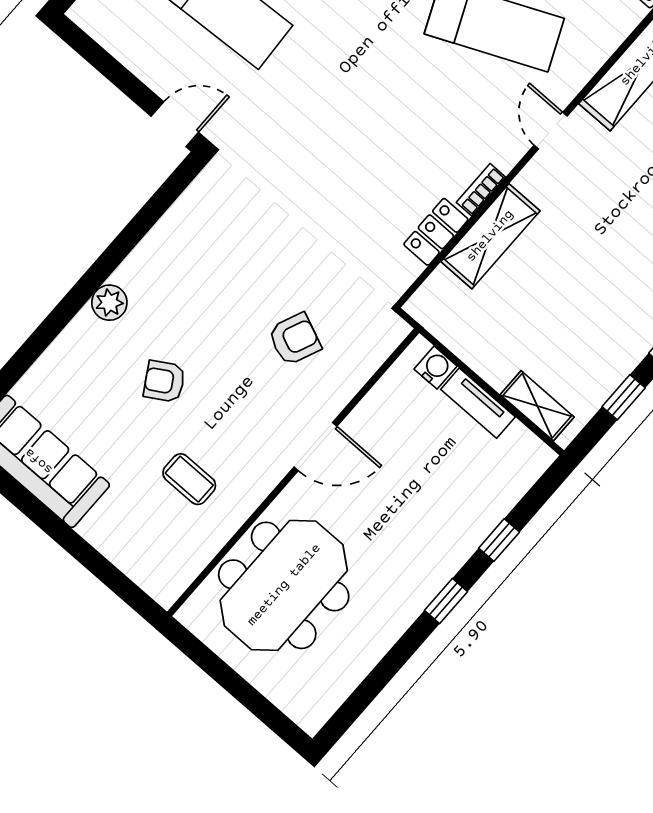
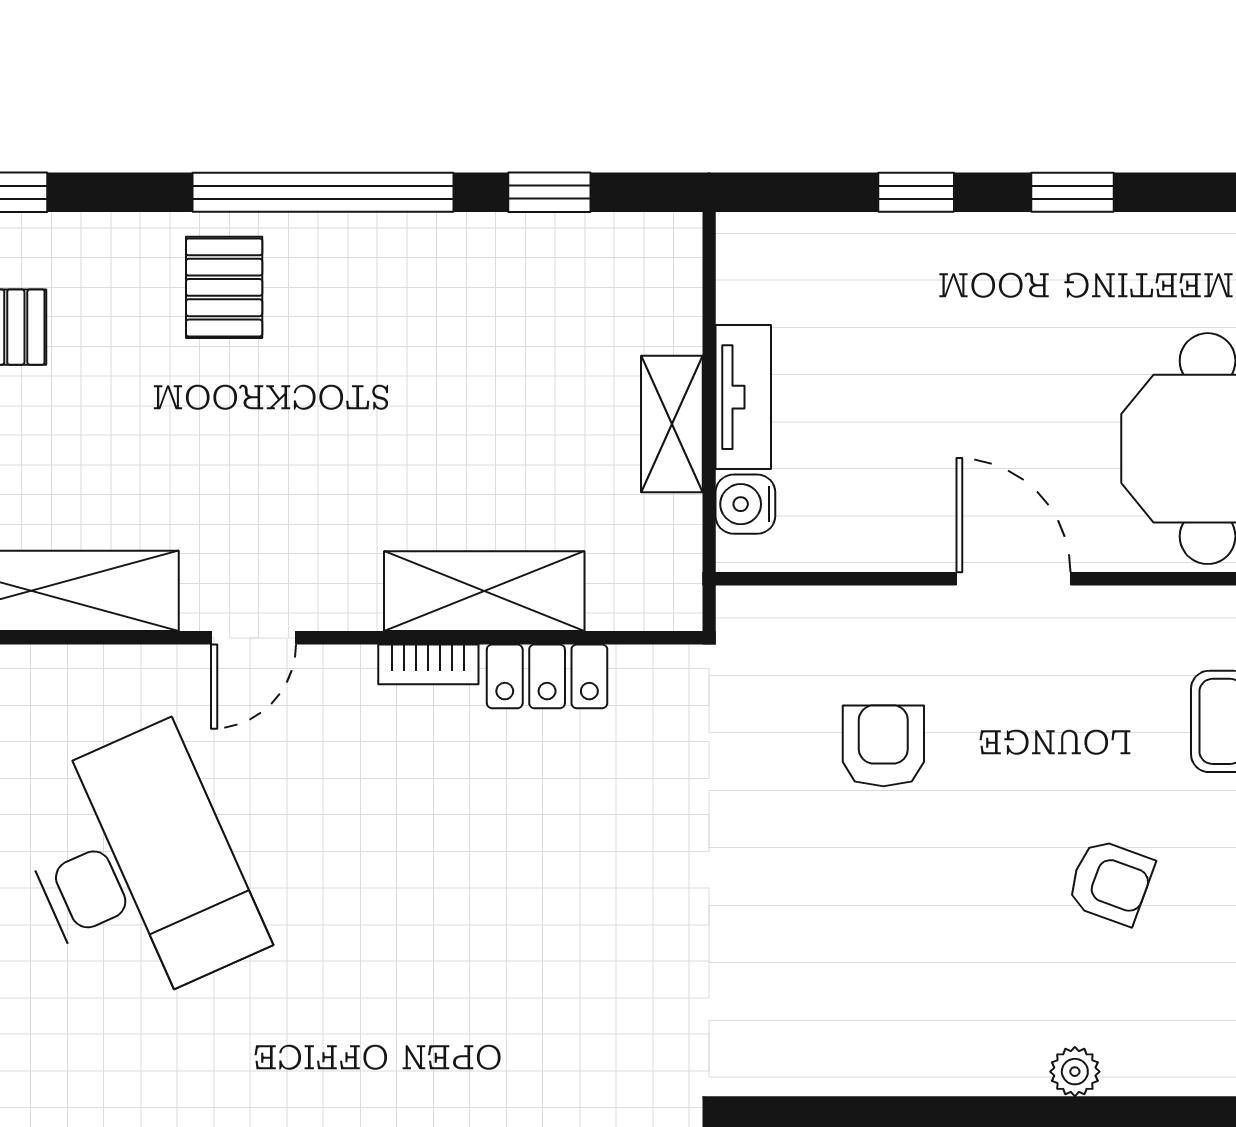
plant: (109, 303) -> (1075, 1072), width x0.73, depth x0.73
armchair: (295, 339) -> (883, 746), turned 67
armchair: (164, 381) -> (1110, 882), turned -39
shelving: (537, 406) -> (672, 424), moved

